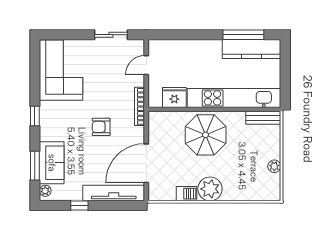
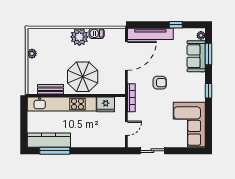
bench: (263, 118) -> (50, 89), moved

